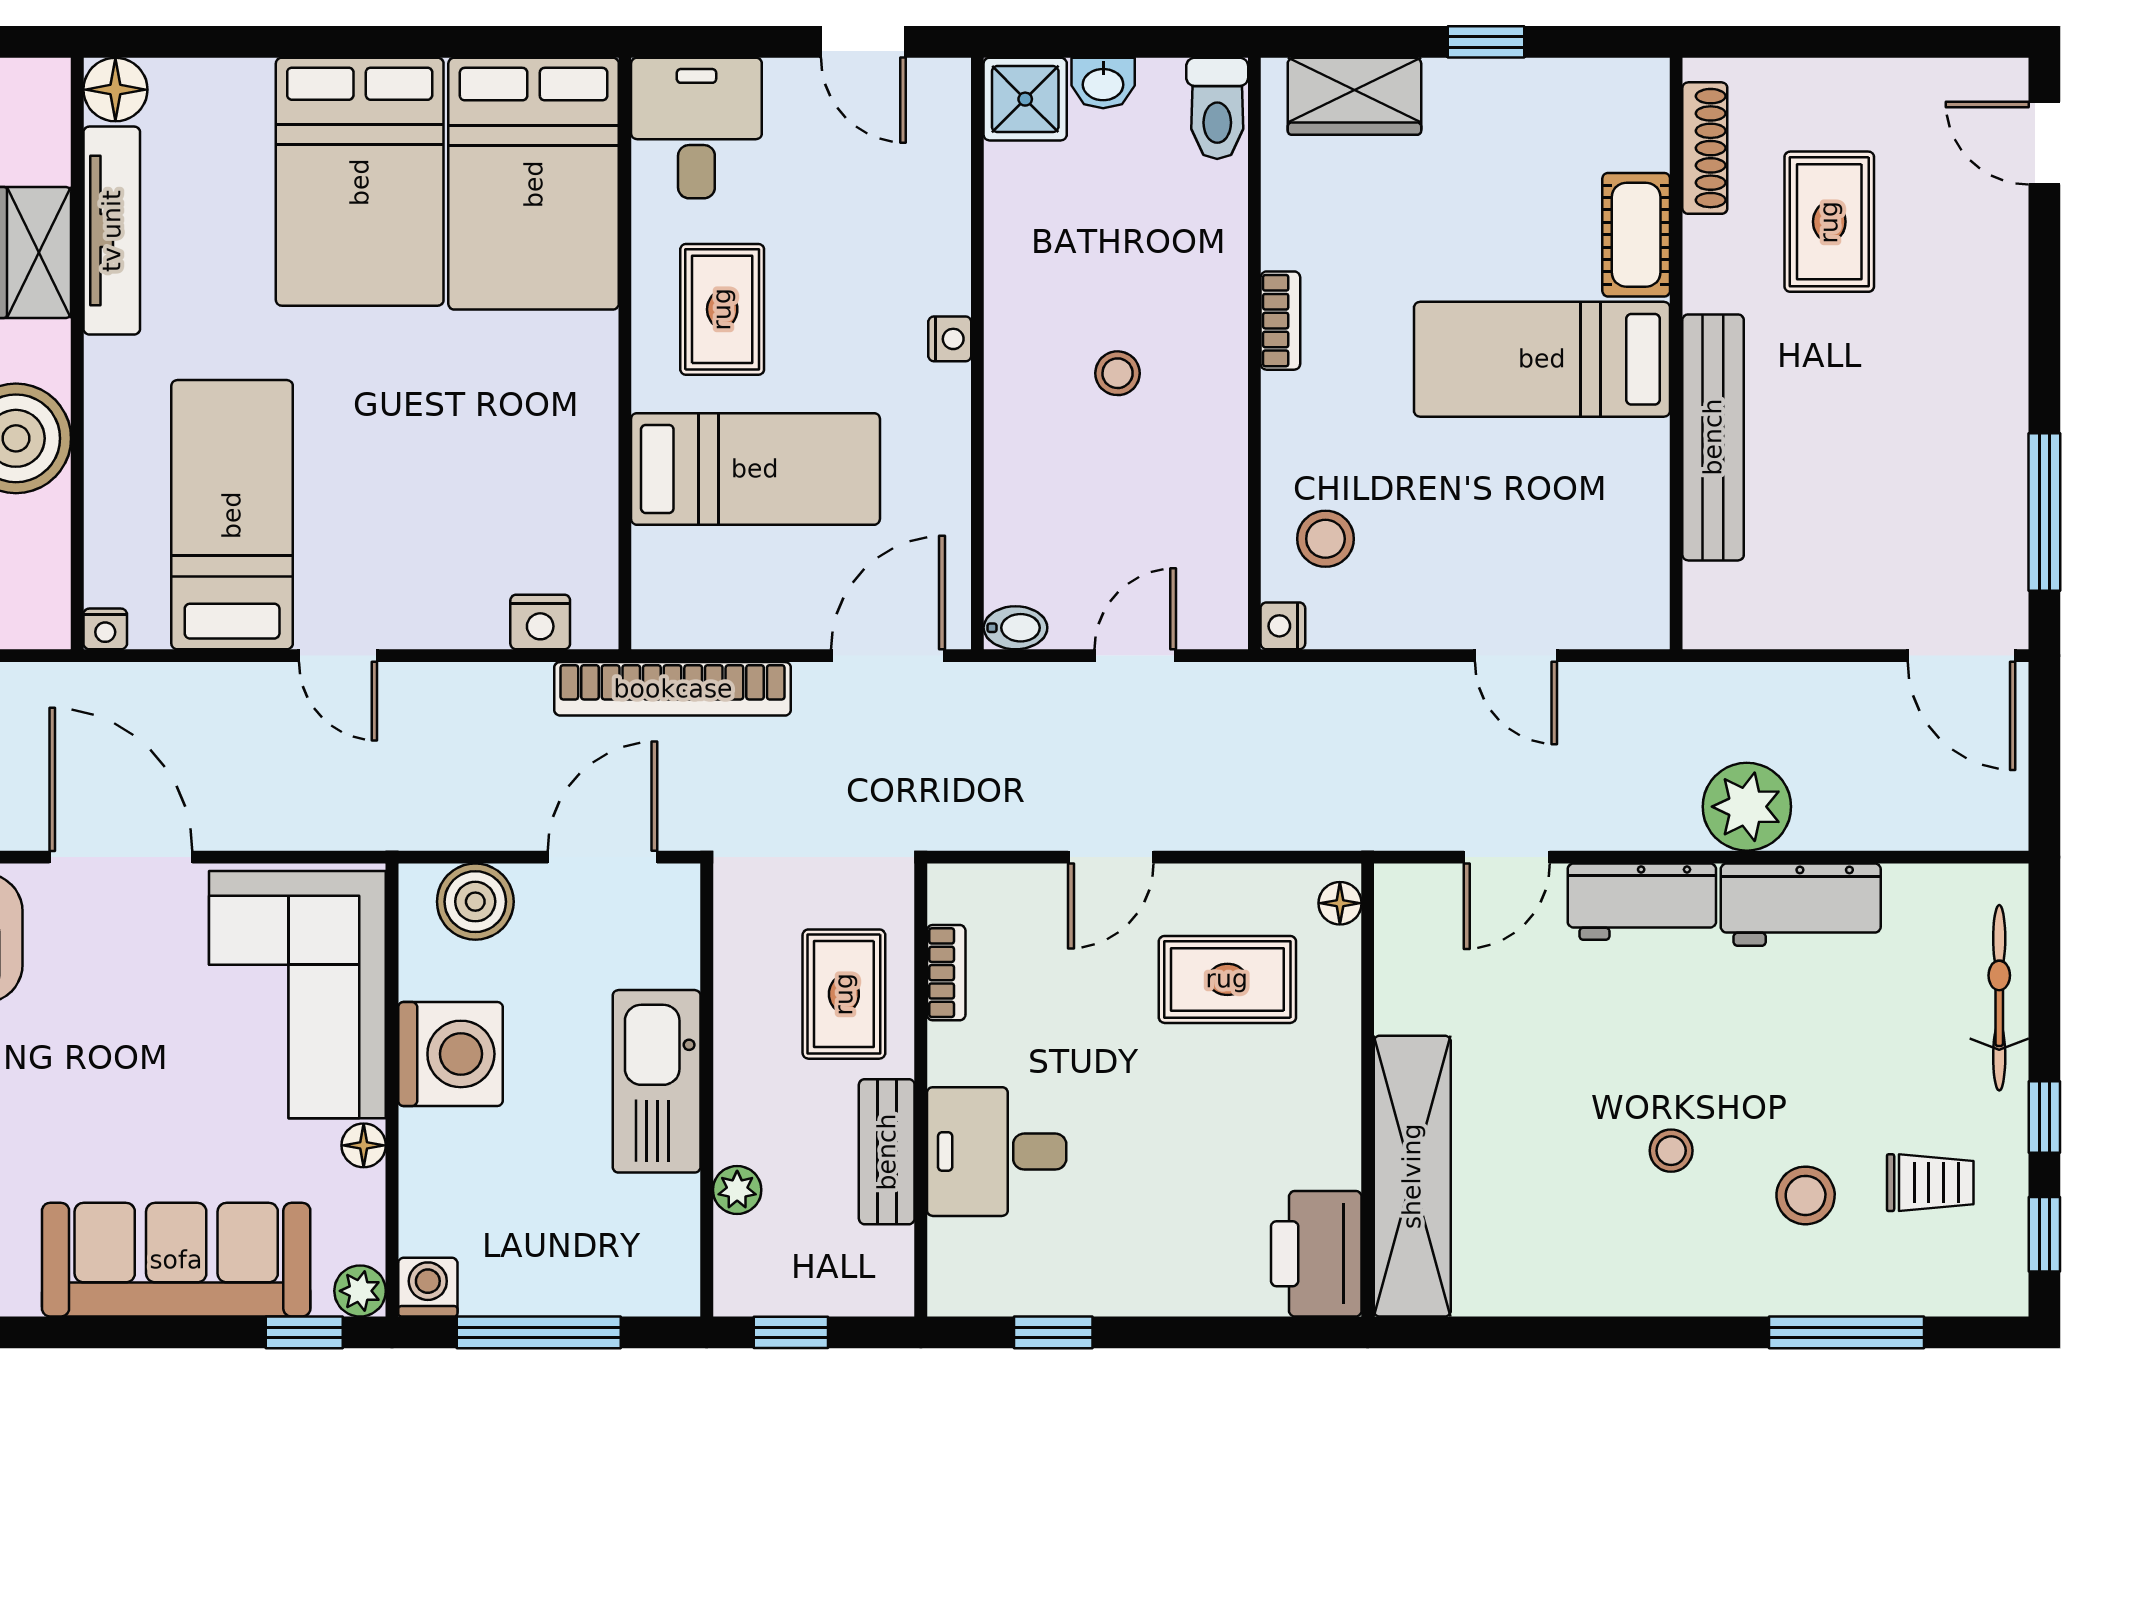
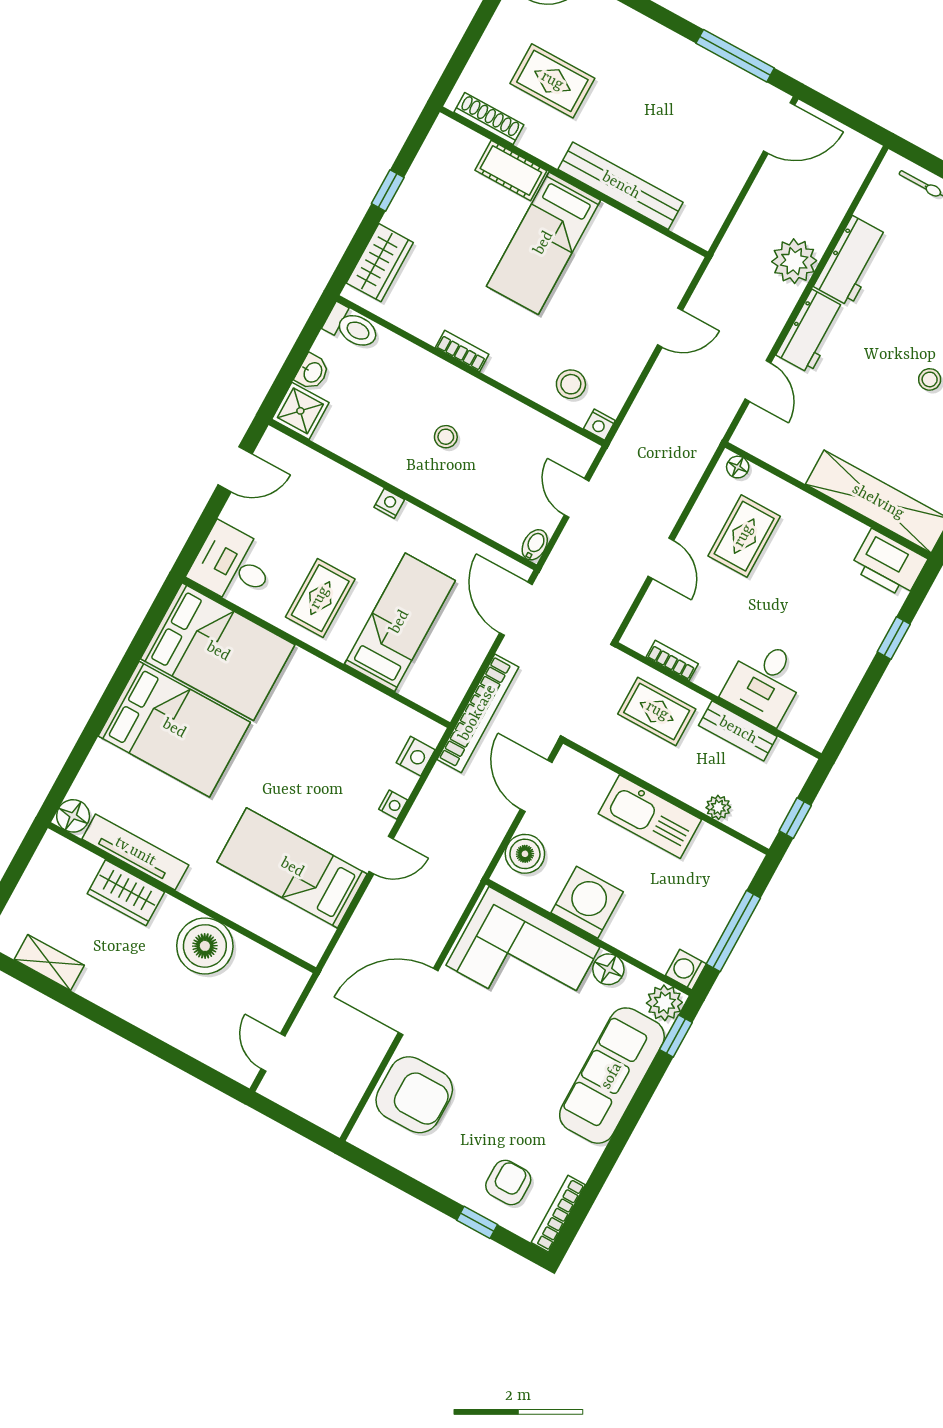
rug: (722, 309) -> (320, 598), turned 90
nightstand: (105, 629) -> (393, 805), moved
floor lamp: (364, 1145) -> (608, 969), width x1.37, depth x1.37
plant: (360, 1291) -> (664, 1003), width x1.38, depth x1.38
window: (1053, 1332) -> (894, 638), moved

